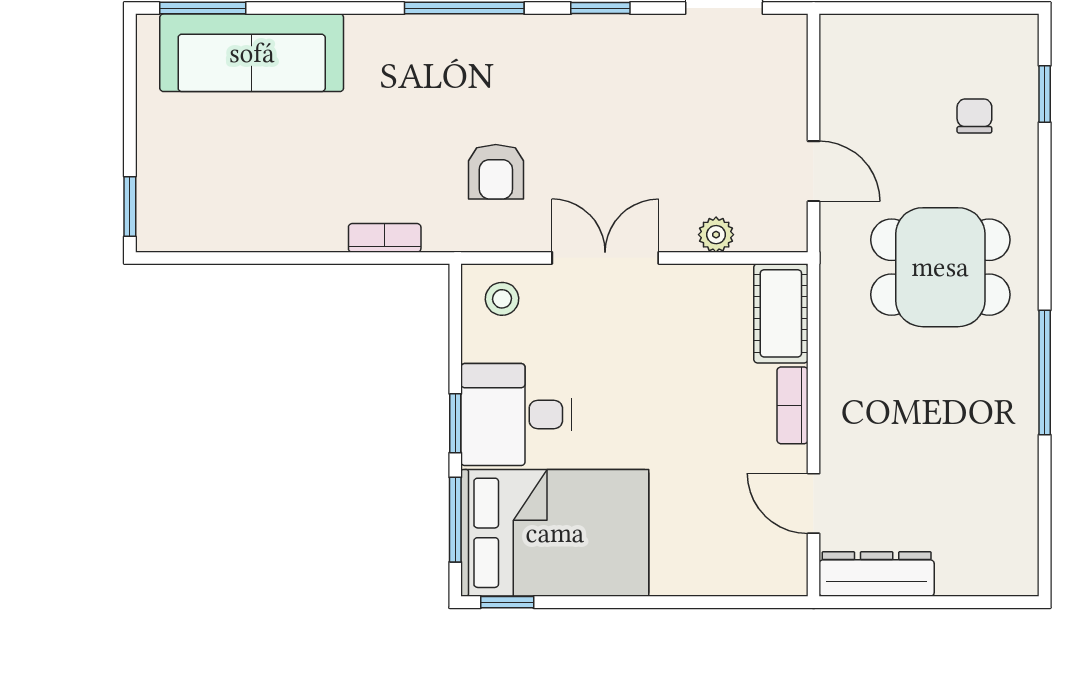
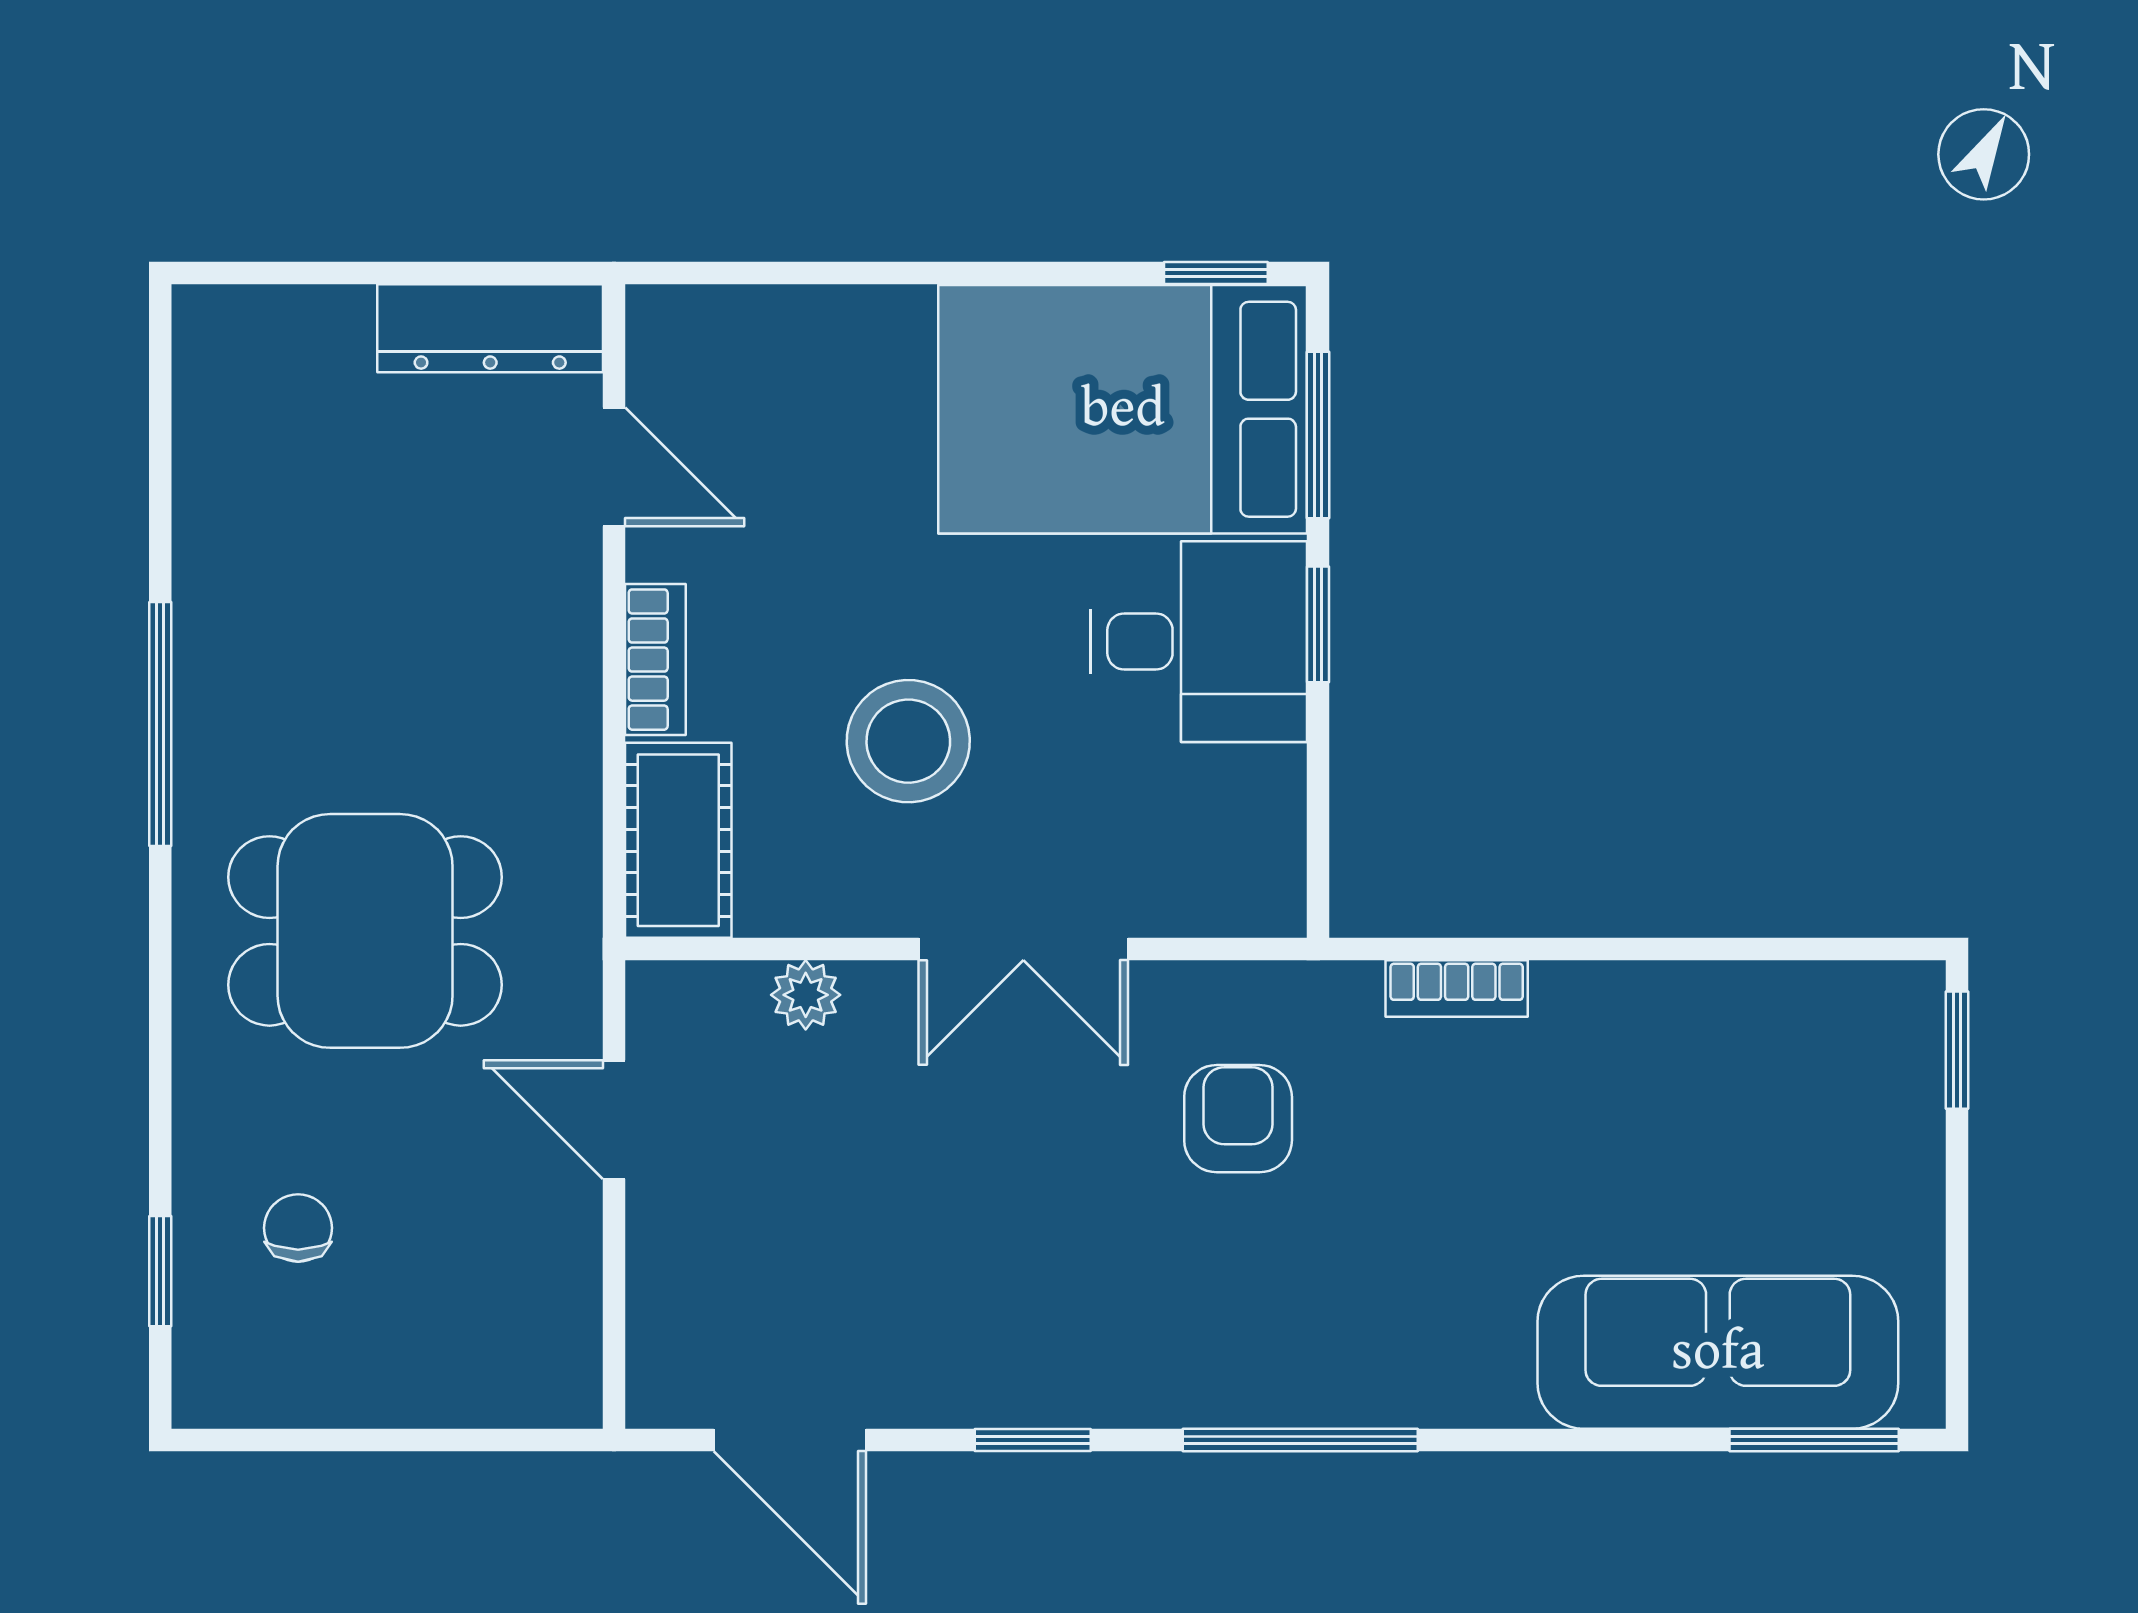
chair: (974, 116) -> (298, 1228), turned 180
stool: (502, 299) -> (908, 741), moved, width x1.89, depth x1.89

